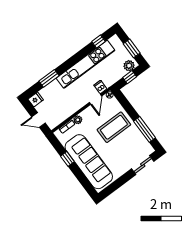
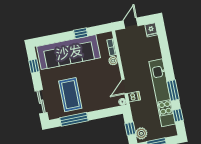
window: (49, 78) -> (173, 90), moved
door: (96, 99) -> (124, 87), hinge flipped
coffee table: (114, 127) -> (70, 95), moved
window: (115, 186) -> (34, 66), added

